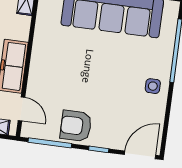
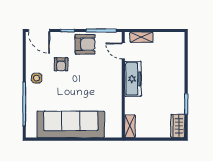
armchair: (115, 102) -> (61, 64), added
door: (140, 155) -> (39, 30), hinge flipped

